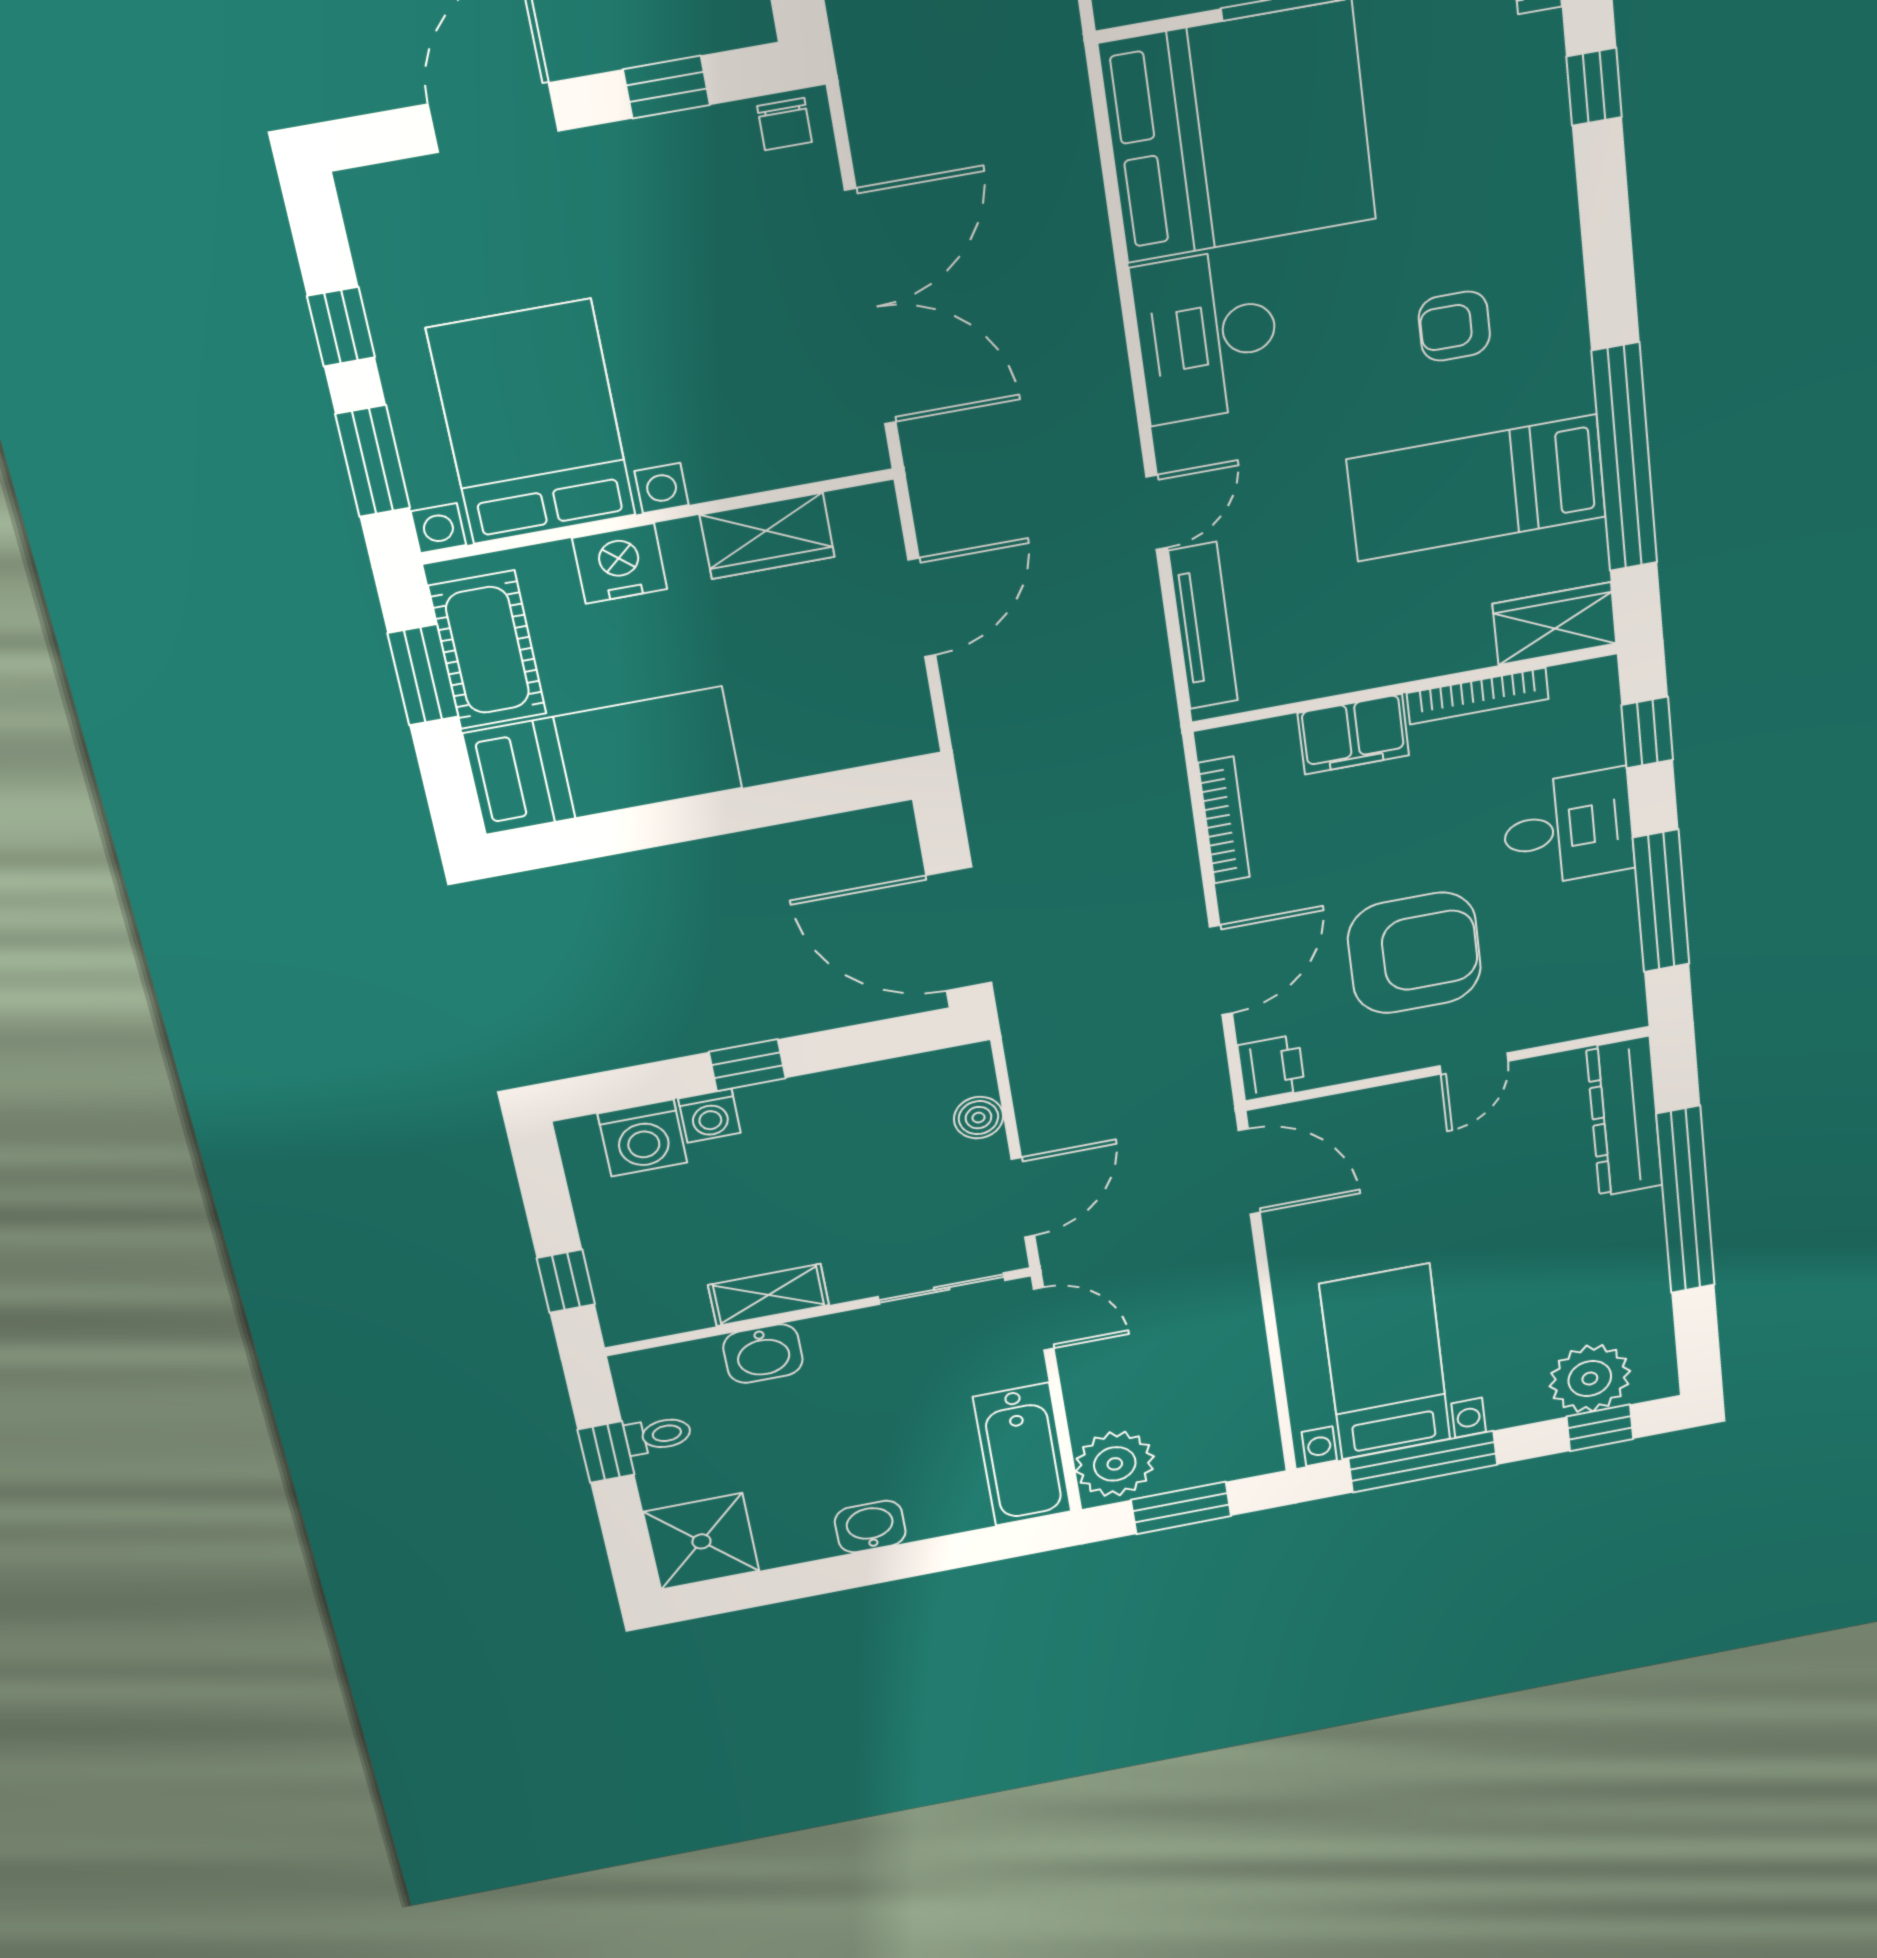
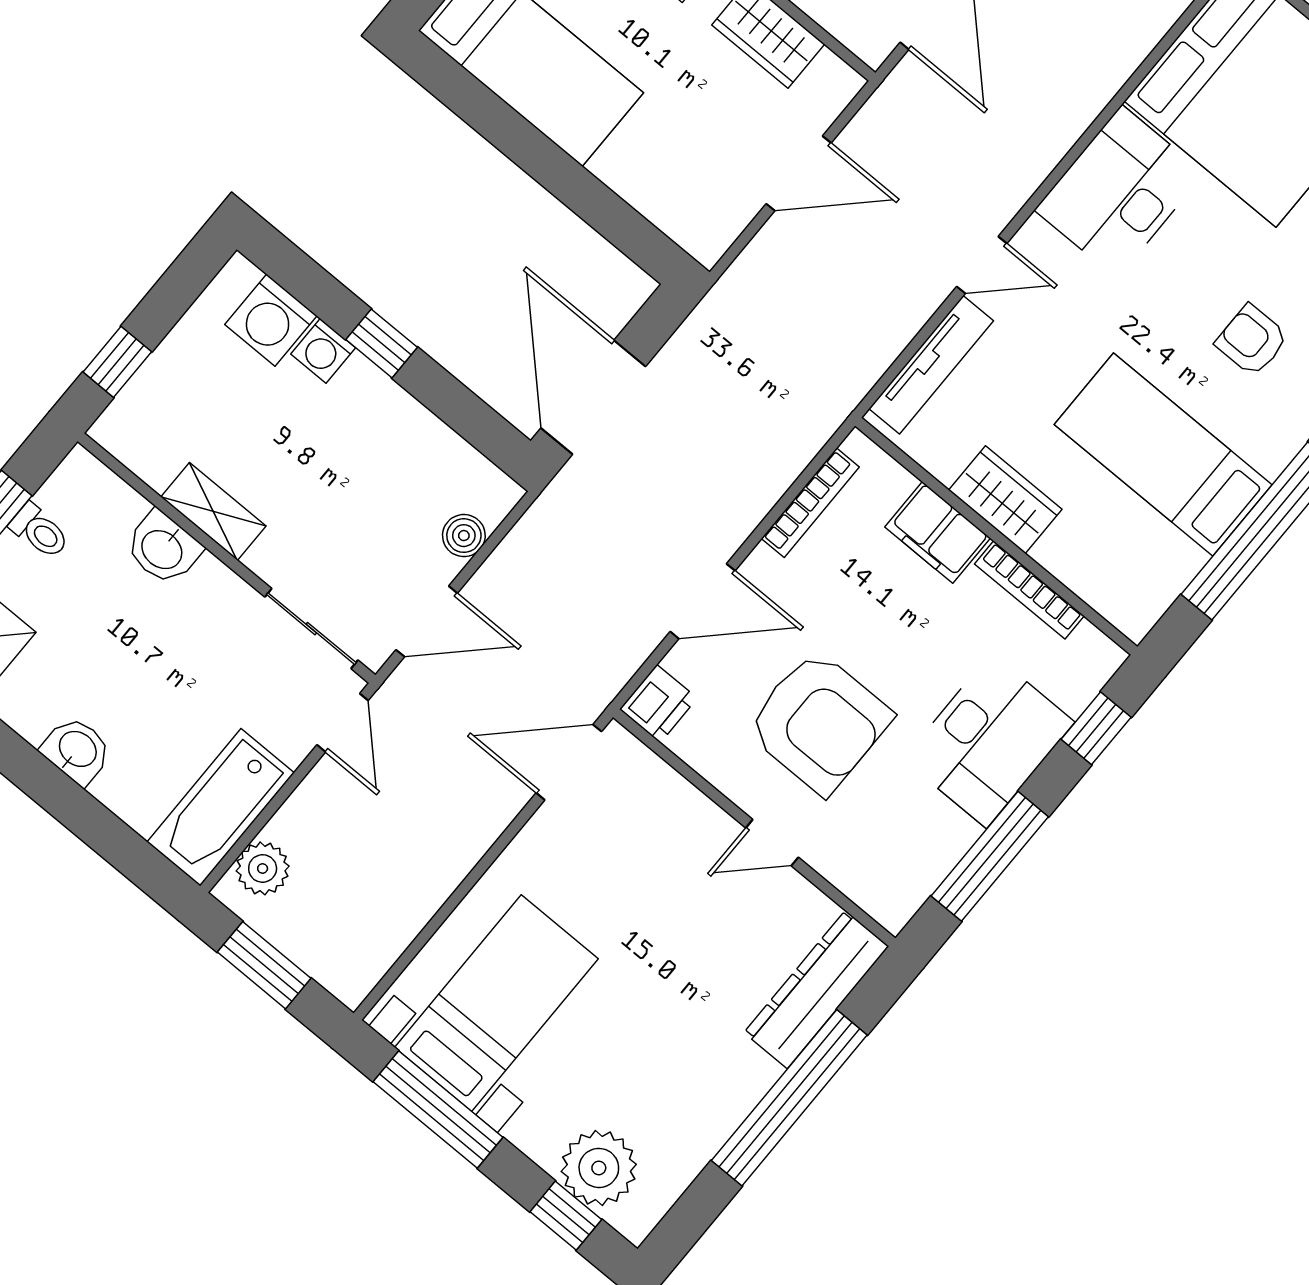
wardrobe: (1555, 624) -> (1005, 500), moved
desk: (1568, 828) -> (989, 741), width x1.37
door: (1249, 1172) -> (569, 762), swing flipped
plant: (1115, 1464) -> (263, 868), width x0.73, depth x0.73

